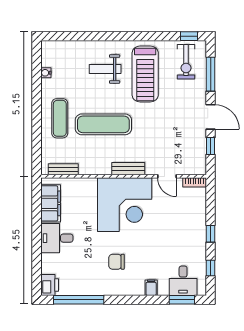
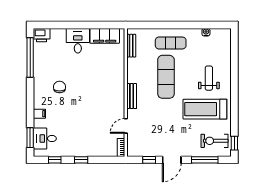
corner desk: (125, 205) -> (104, 93), removed

